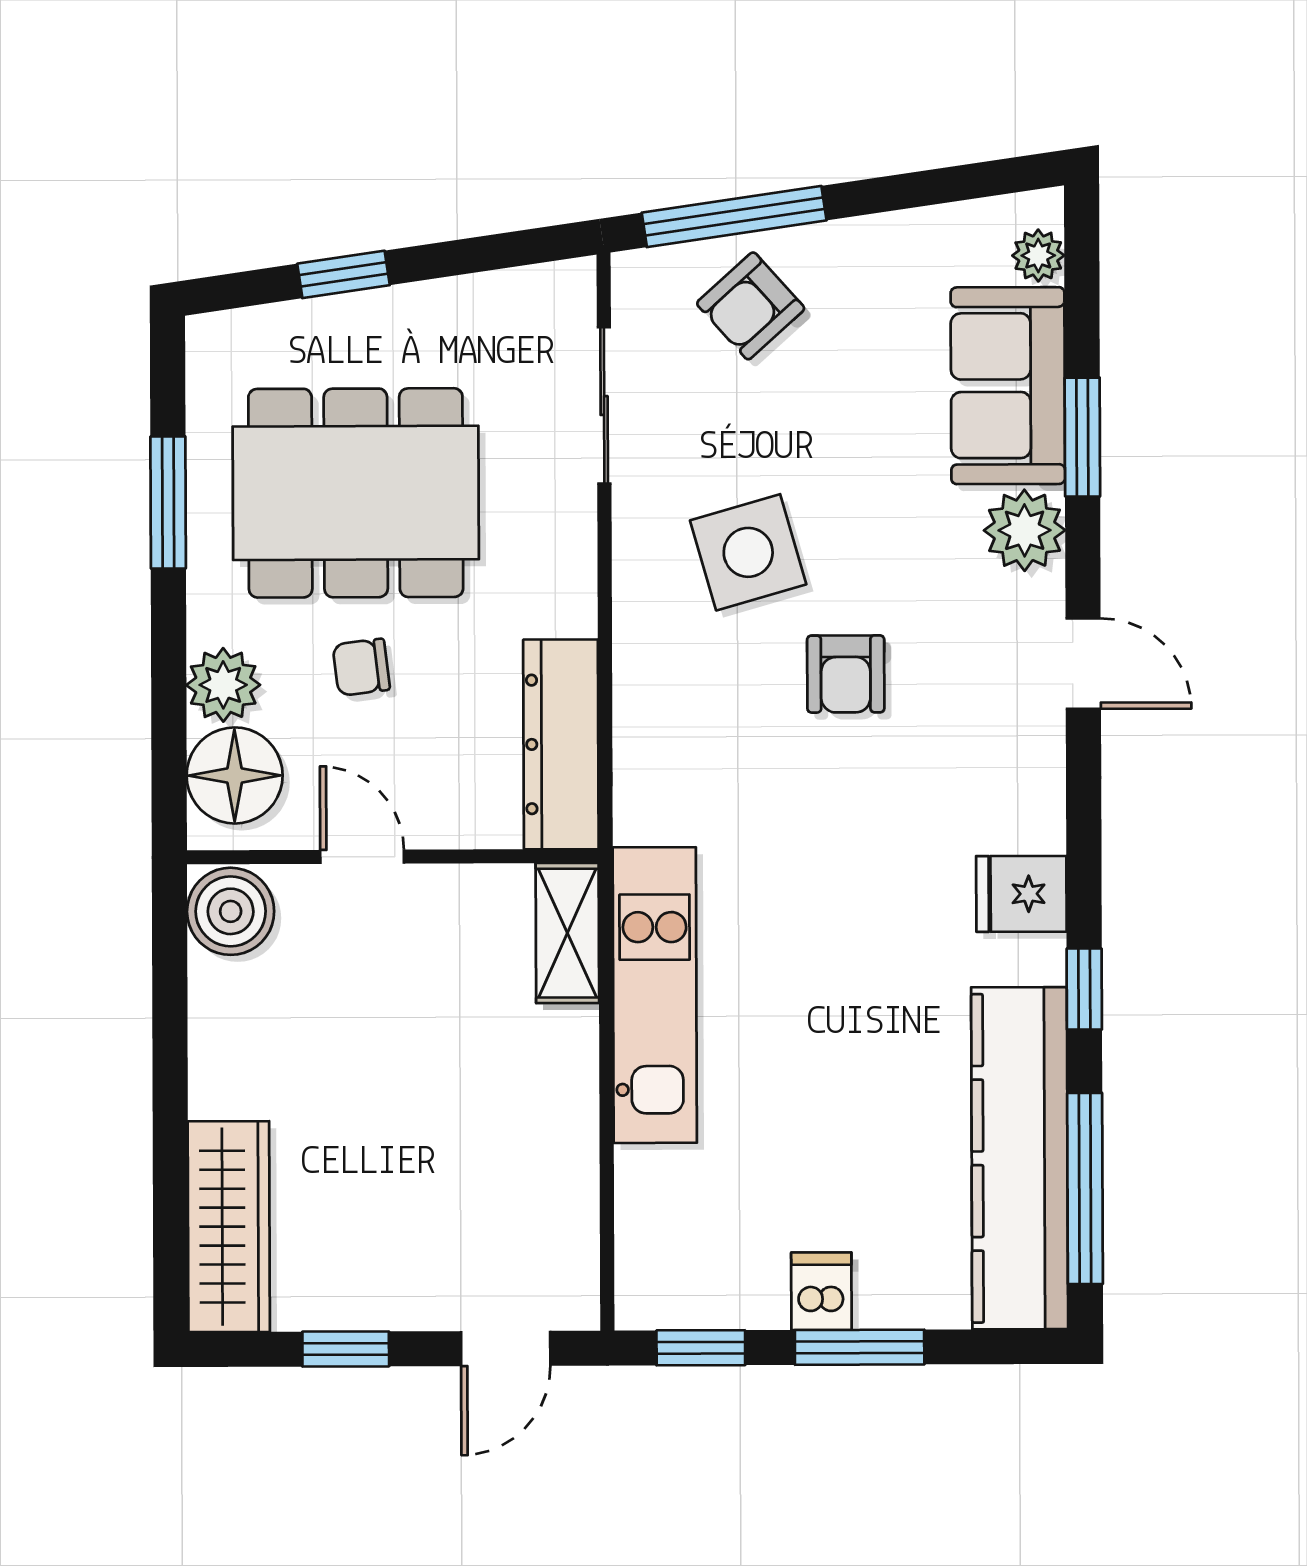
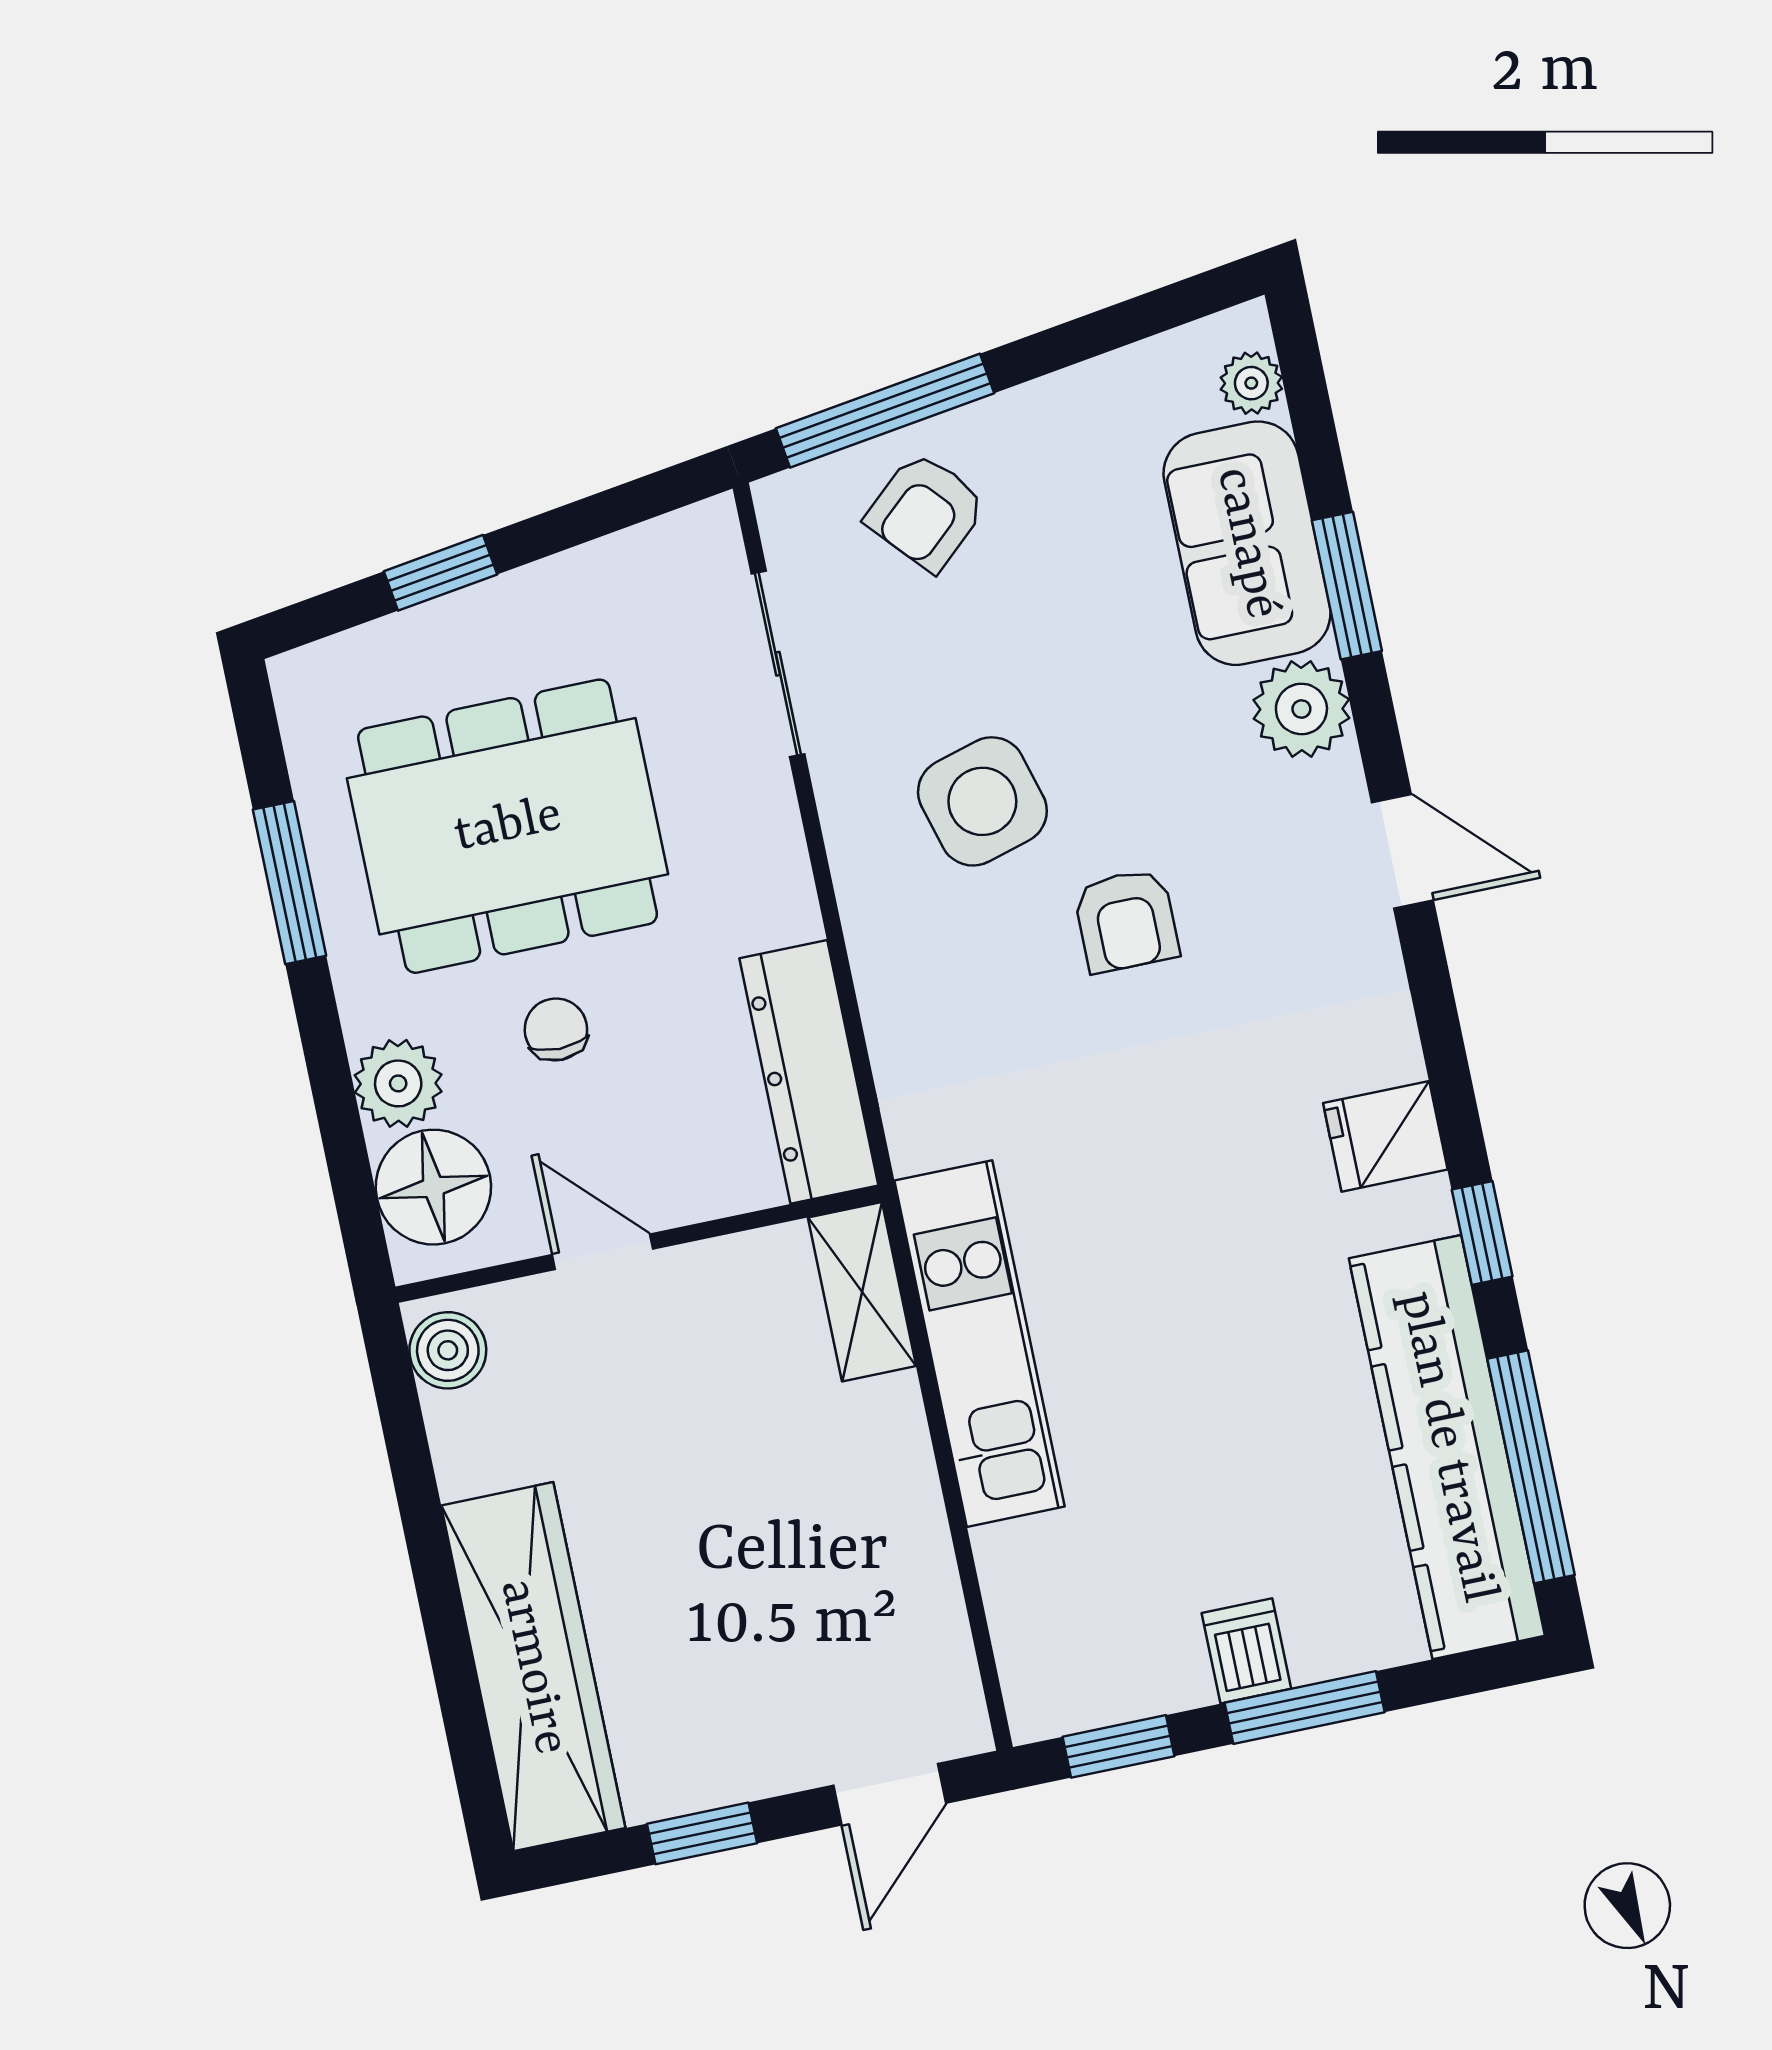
chair: (361, 667) -> (556, 1029), turned 97
boiler: (231, 911) -> (448, 1350), width x0.73, depth x0.73
wardrobe: (229, 1227) -> (533, 1667), width x1.40, depth x1.17

